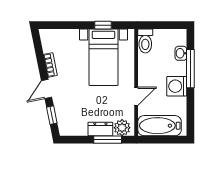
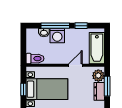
washing machine: (177, 86) -> (57, 36), moved
door: (136, 96) -> (75, 65), hinge flipped
window: (190, 104) -> (81, 26), added

